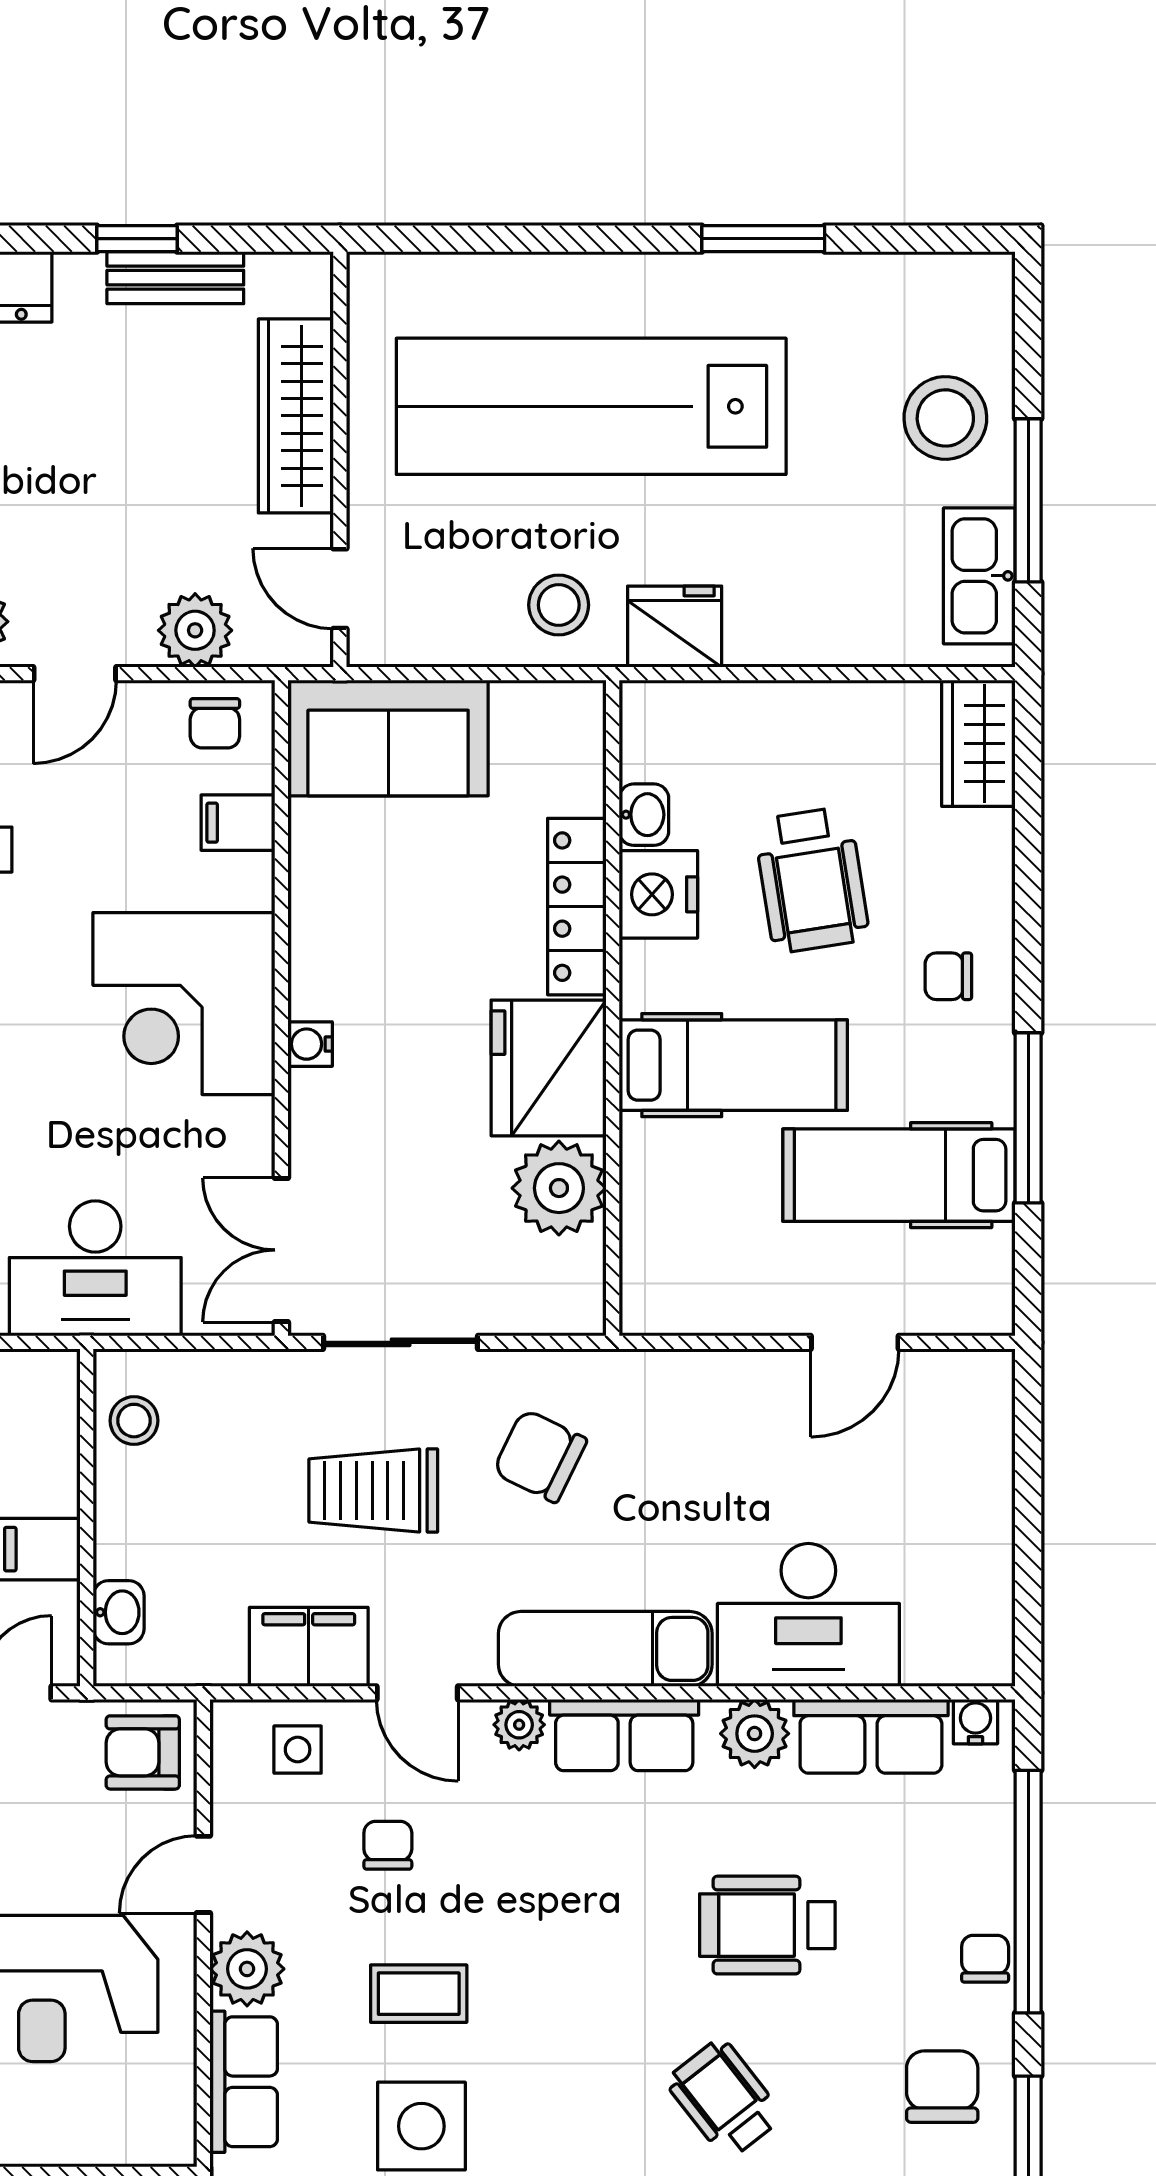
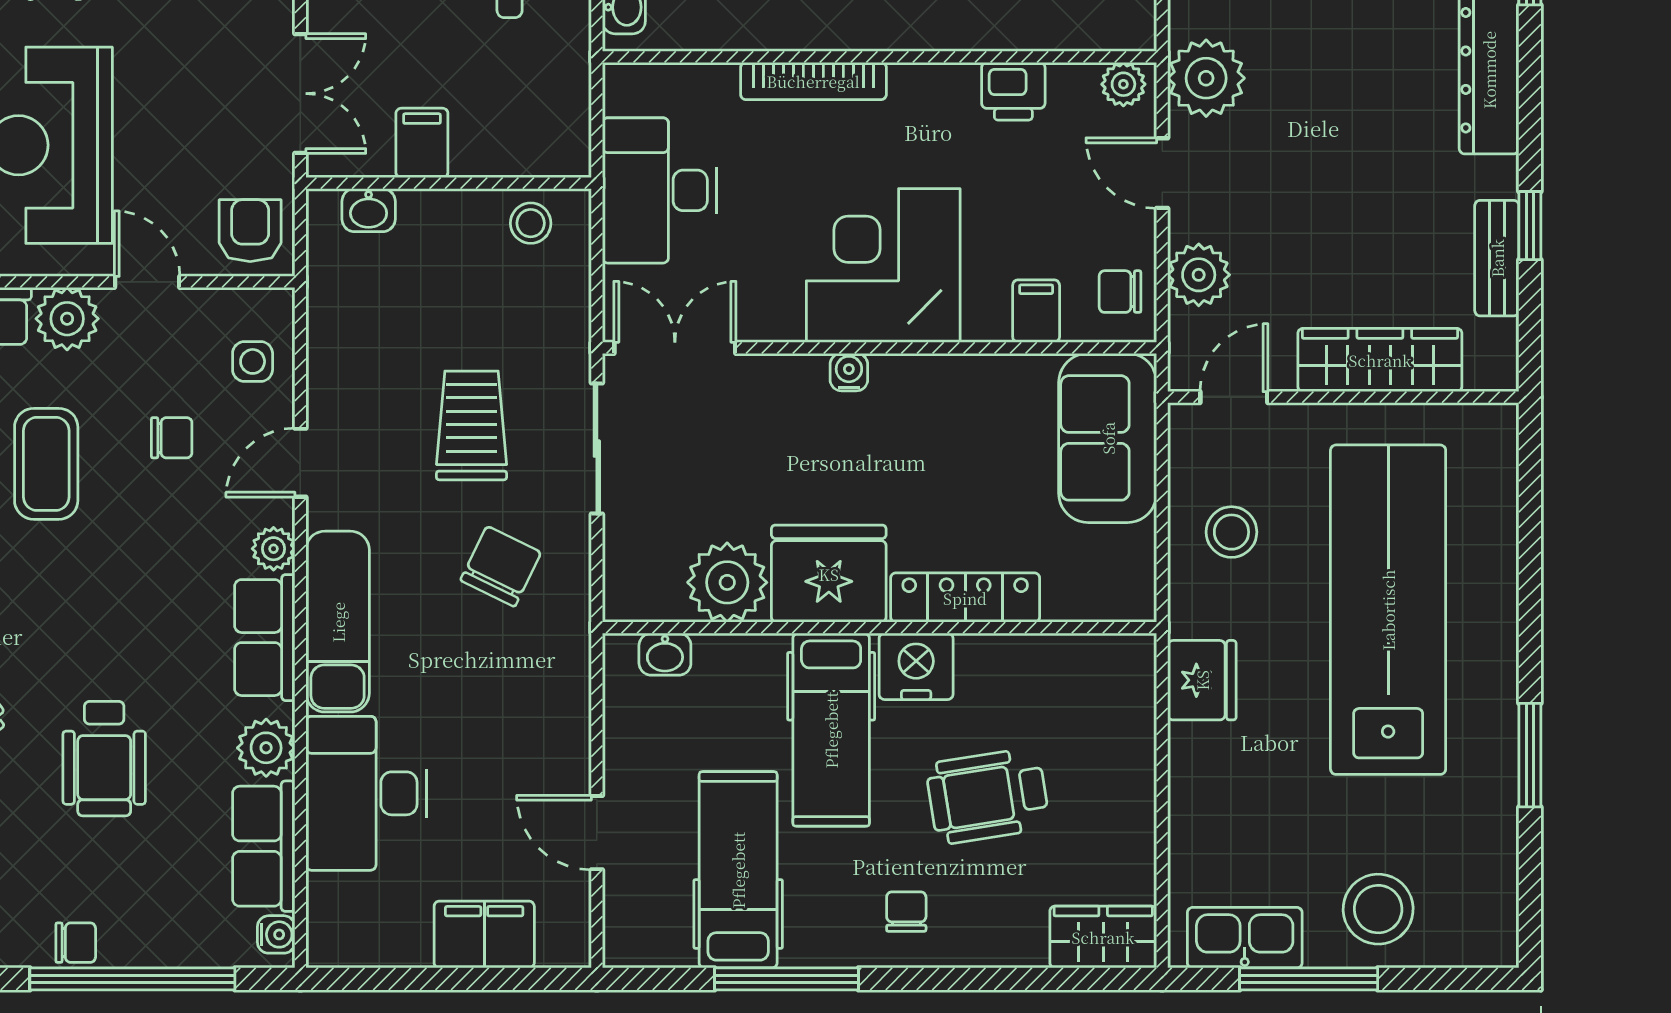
stool: (559, 605) -> (1231, 532), moved
washbasin: (644, 815) -> (665, 654), moved
nightstand: (658, 894) -> (916, 666), moved
filing cabinet: (309, 1647) -> (484, 935), moved, turned -90
wheelchair: (767, 1925) -> (104, 759), turned 180
coffee table: (419, 1994) -> (46, 464), width x1.36, depth x1.30

